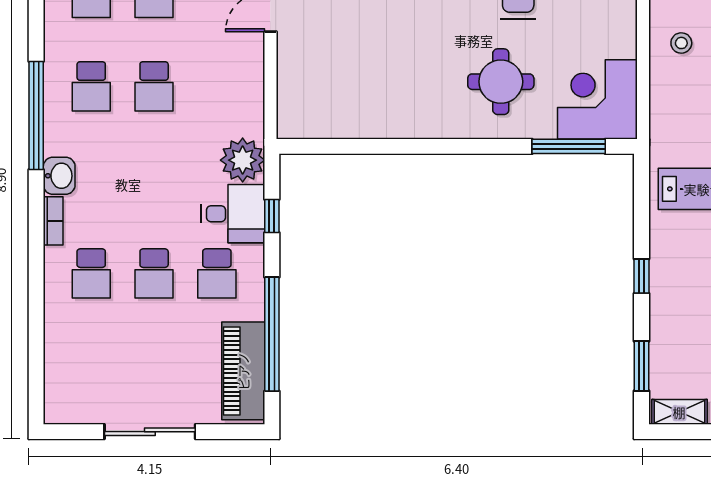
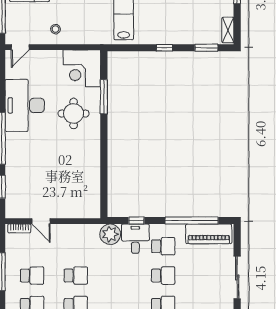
window: (569, 146) -> (104, 97), moved

